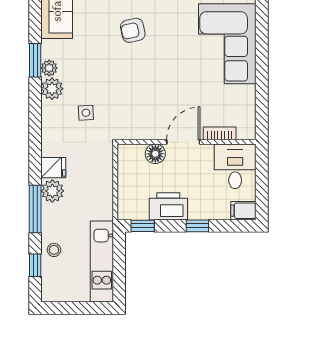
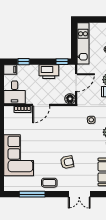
floor lamp: (155, 154) -> (70, 99), moved
door: (115, 185) -> (76, 83), added
window: (197, 226) -> (24, 62), moved

